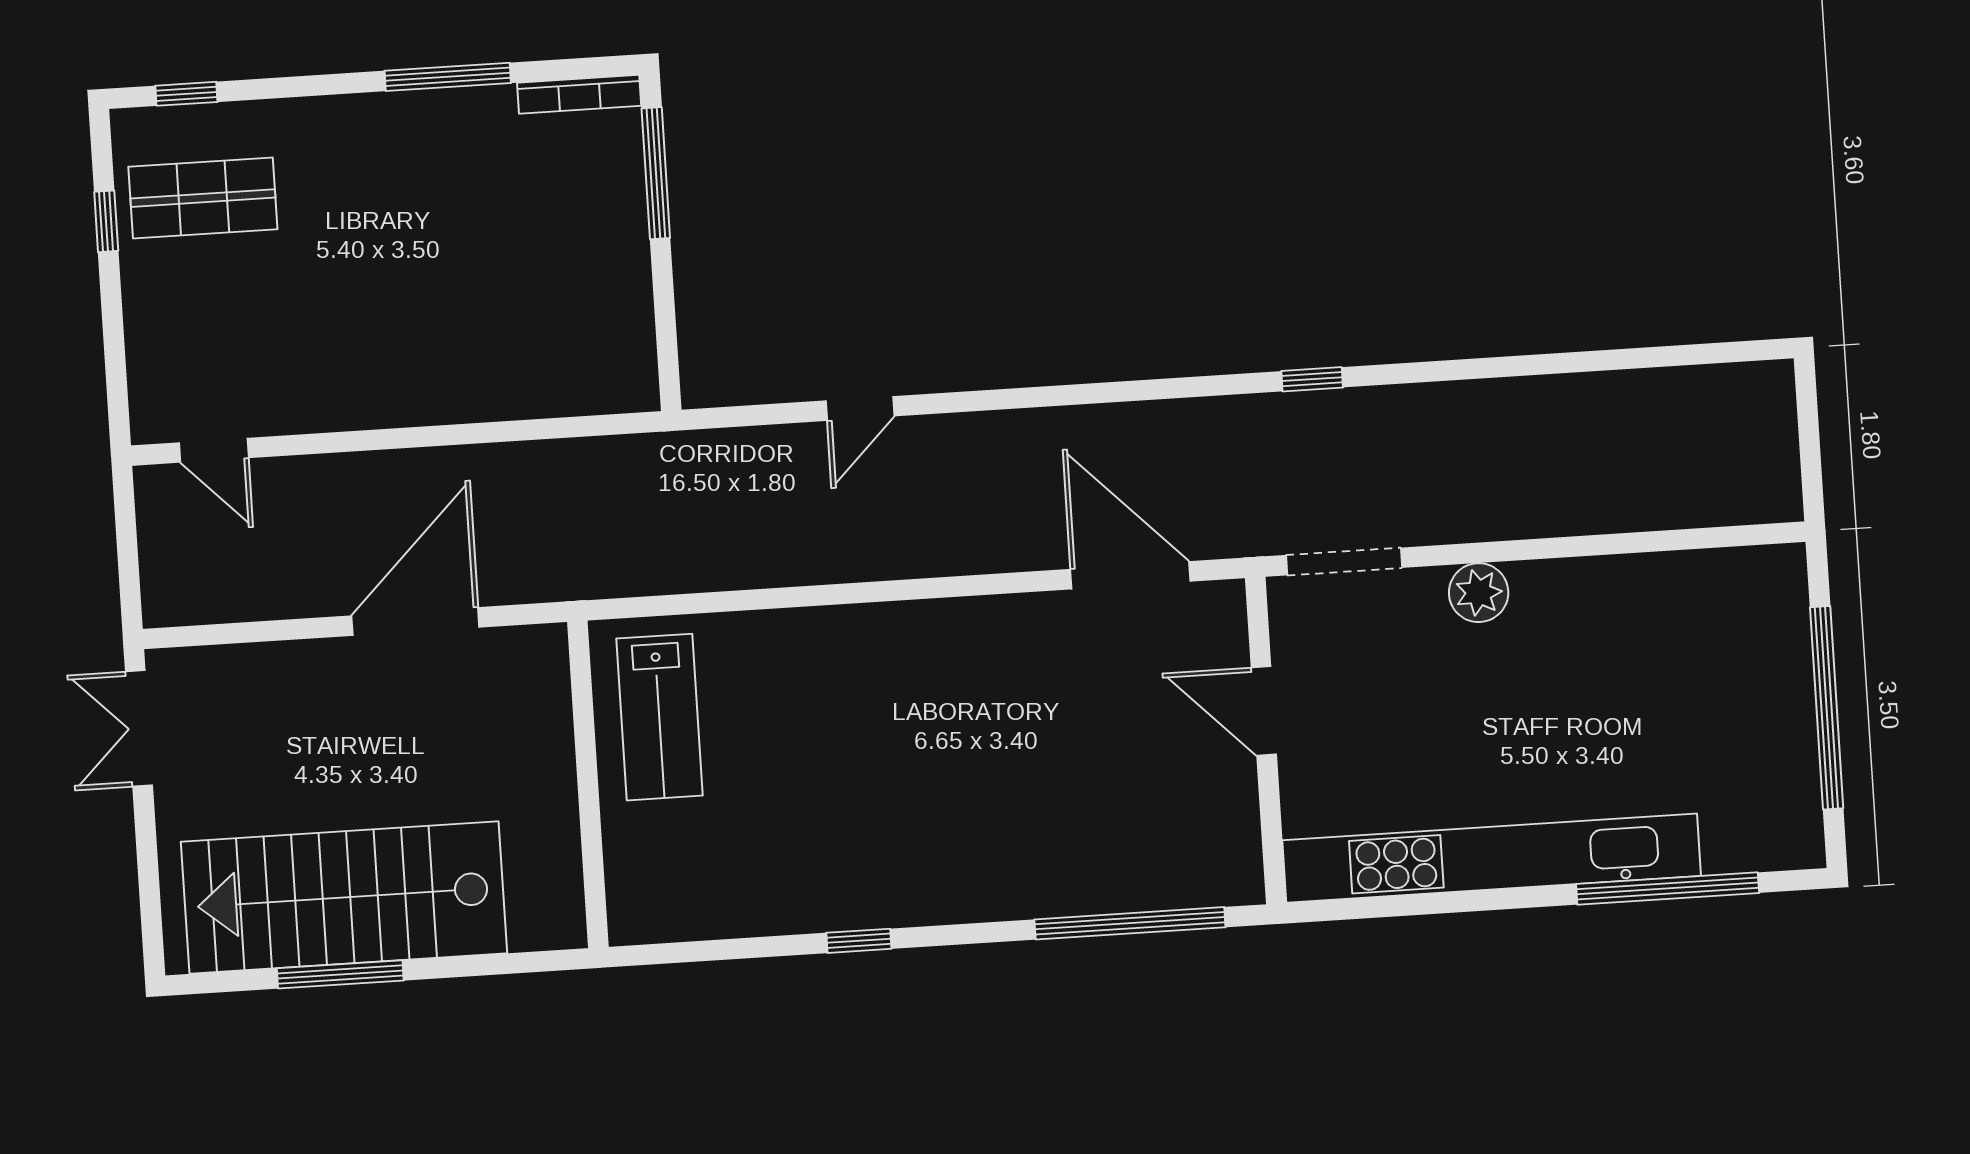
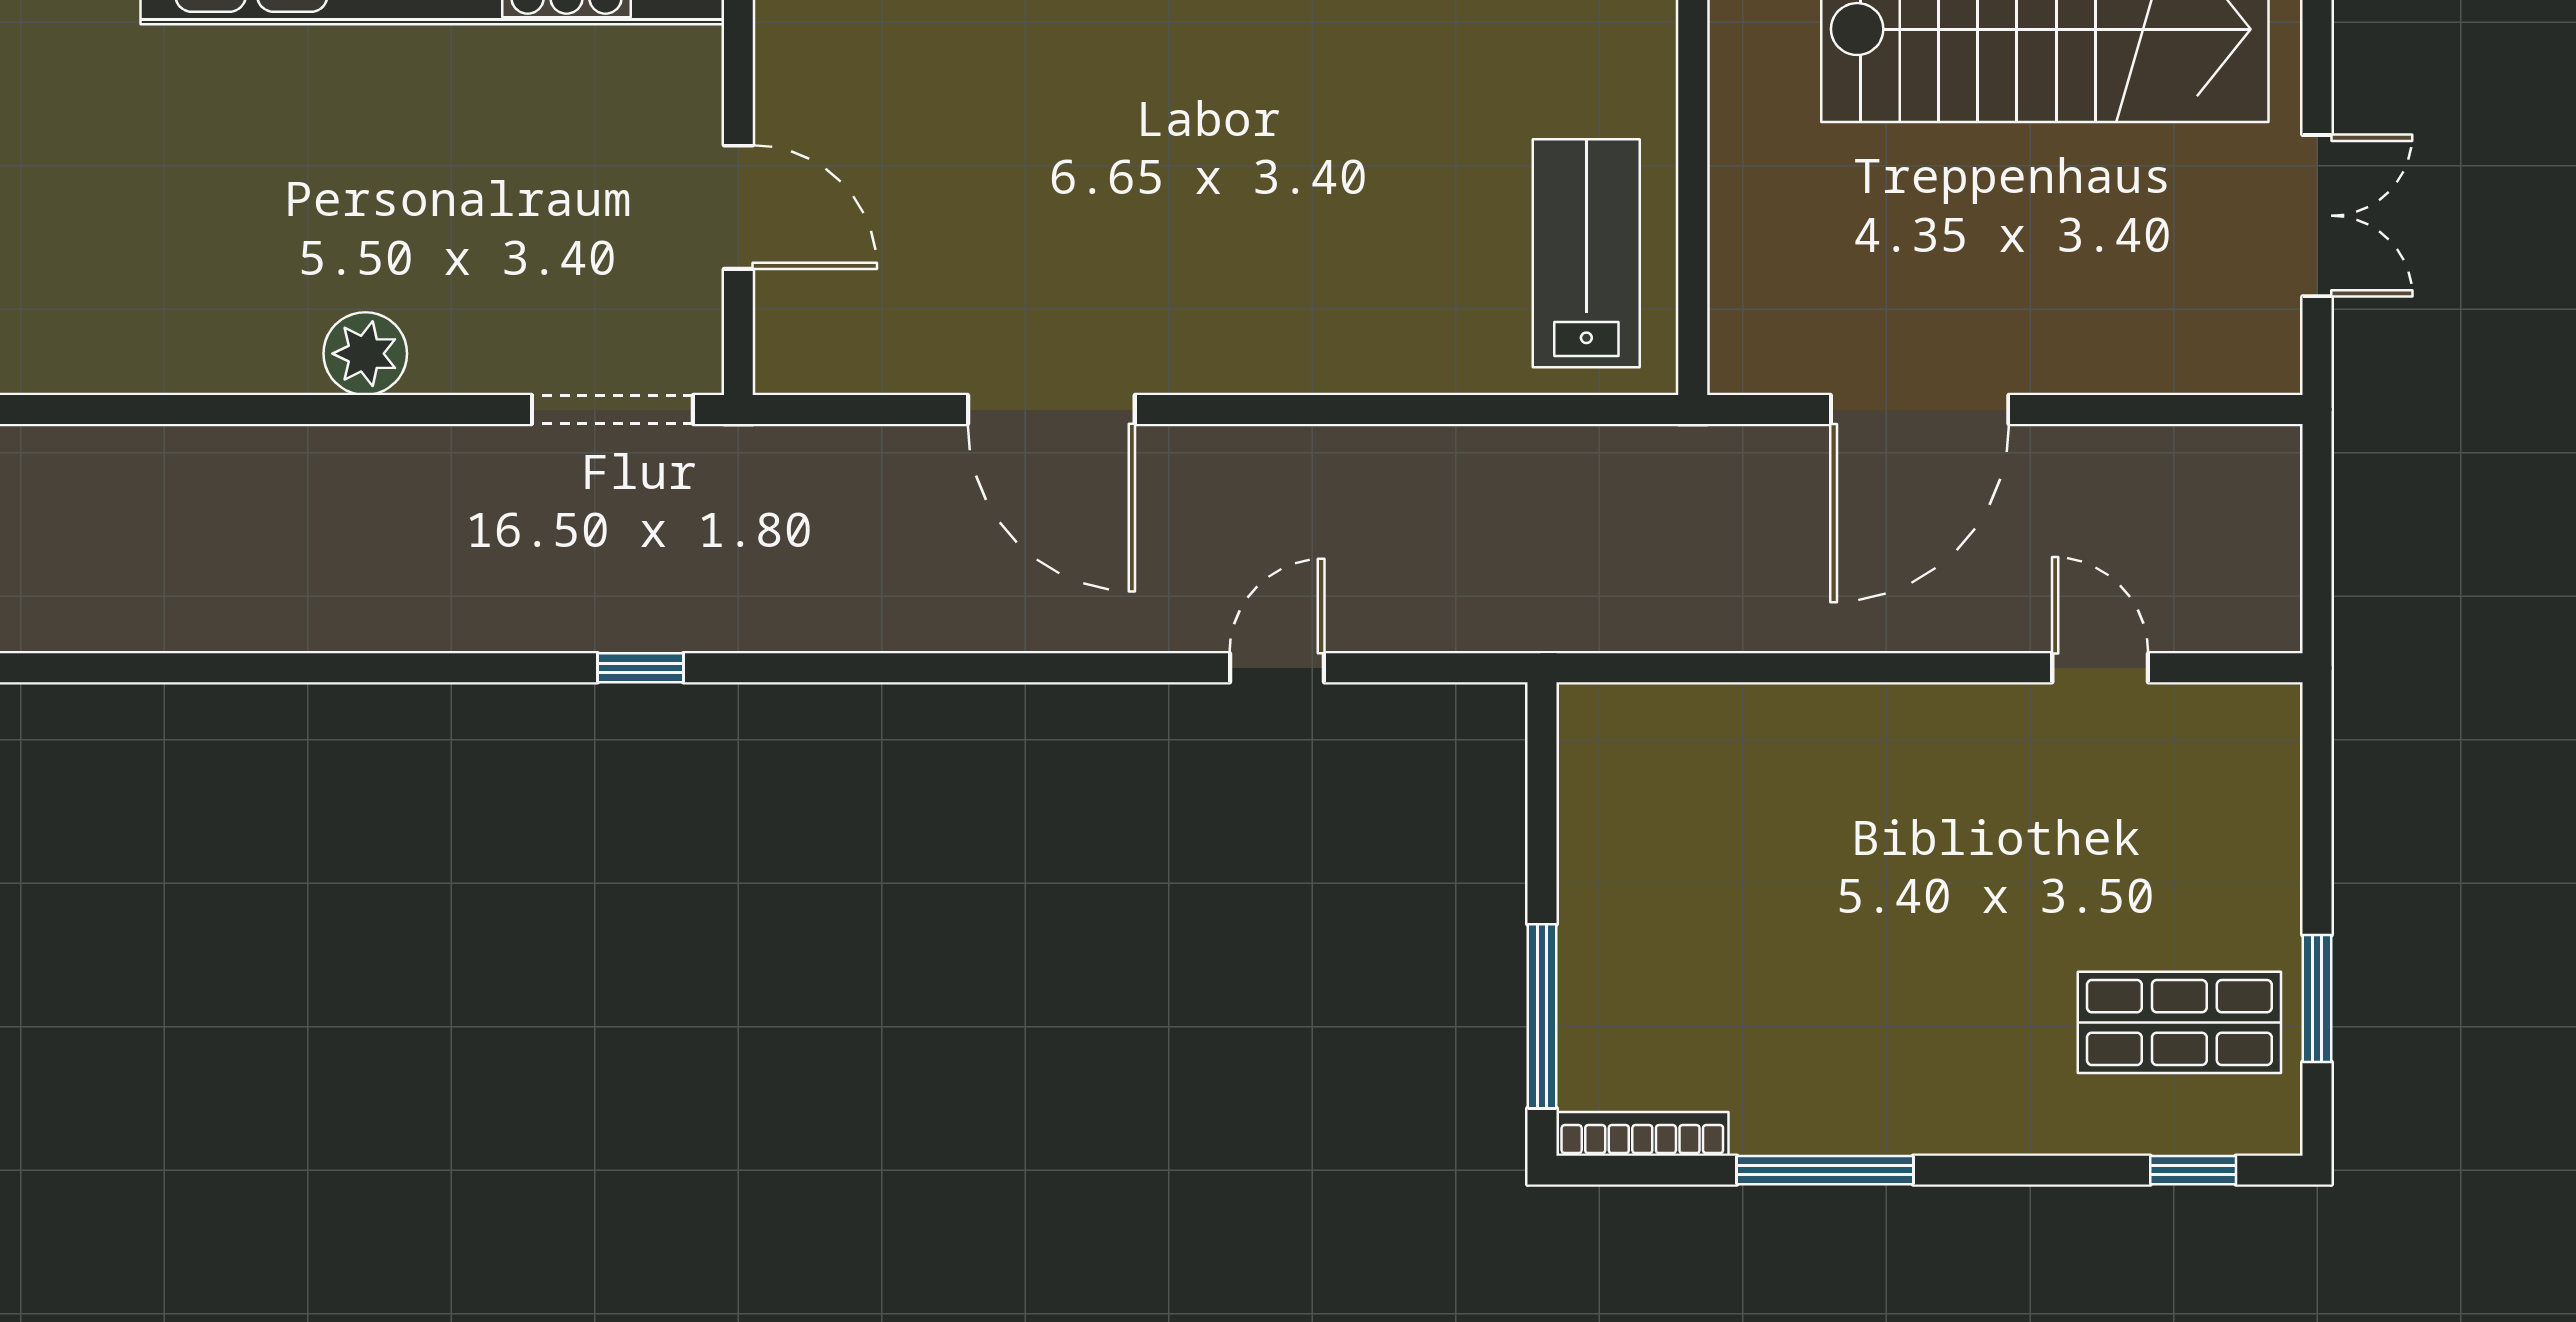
window: (106, 221) -> (2317, 999), width x1.50
door: (214, 450) -> (2100, 668), moved
door: (1130, 575) -> (1051, 410), moved
plant: (1479, 593) -> (365, 354), moved
double door: (139, 728) -> (2317, 216), moved

